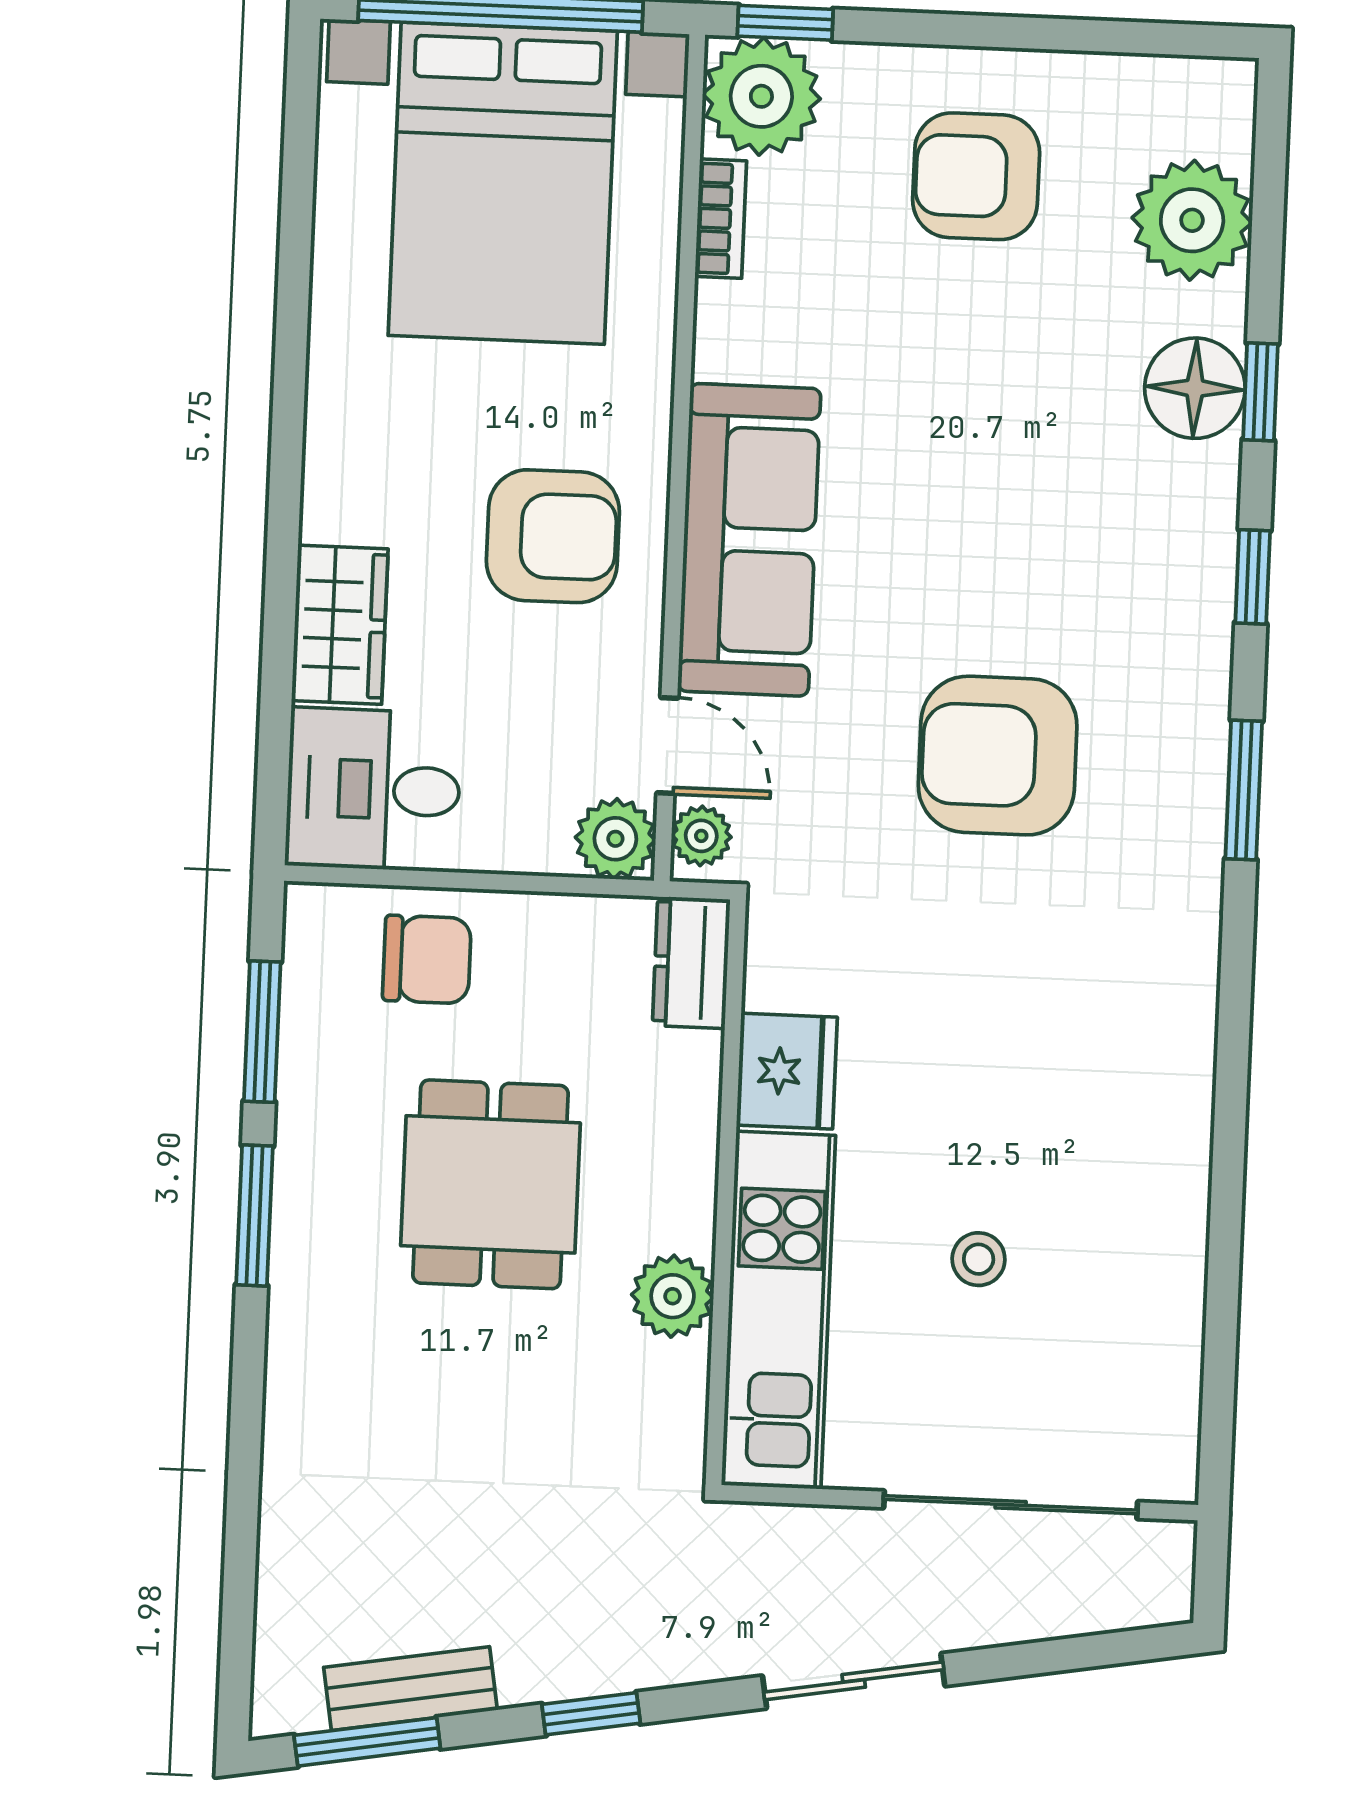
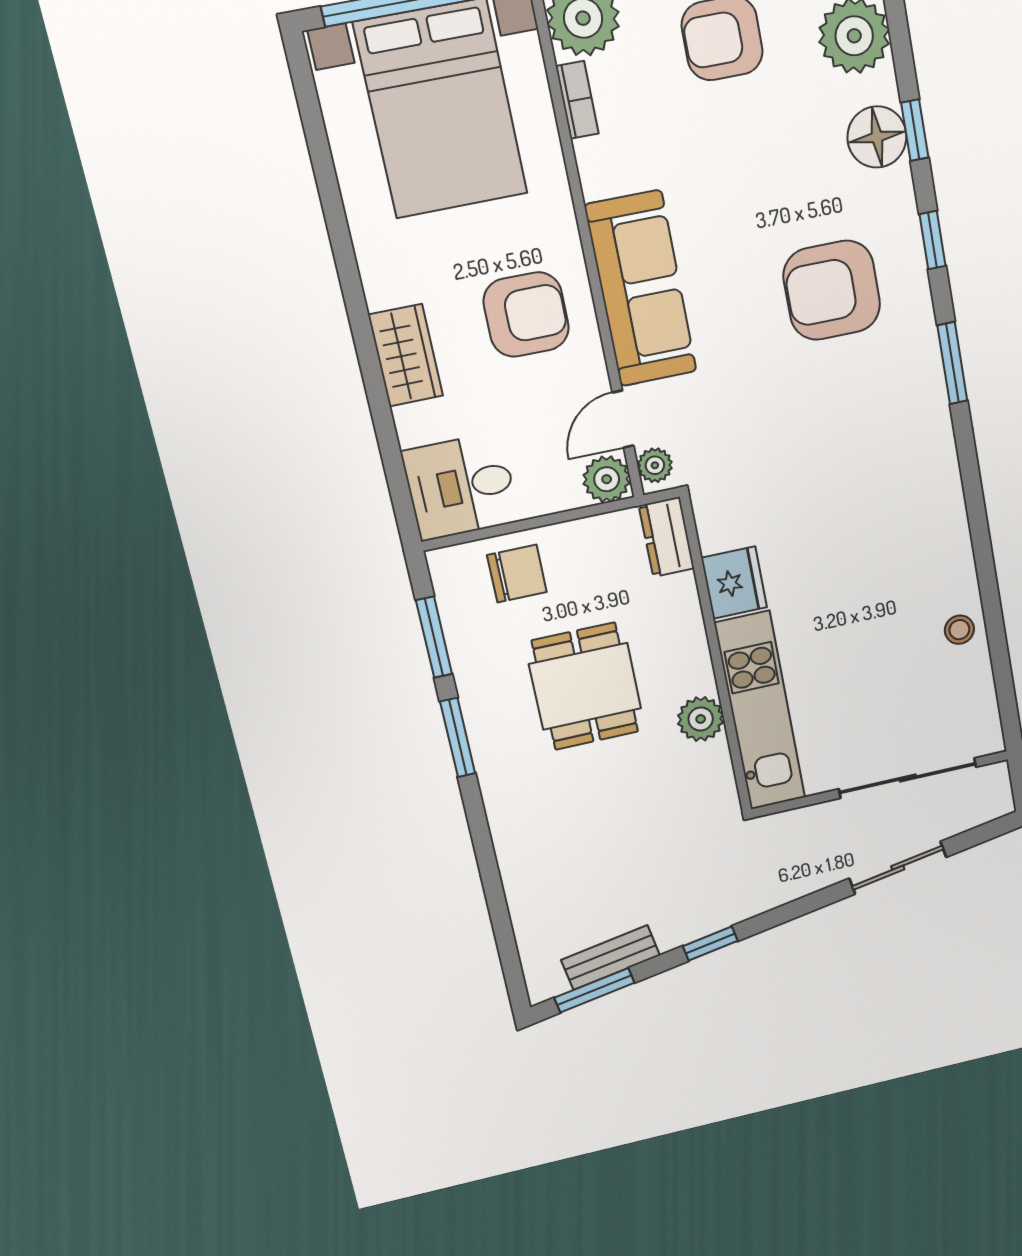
wardrobe: (340, 625) -> (406, 355), moved
door: (667, 746) -> (623, 419), swing flipped
armchair: (998, 756) -> (832, 290), moved
stool: (979, 1259) -> (959, 630), moved
sliding door: (854, 1681) -> (898, 868), moved

